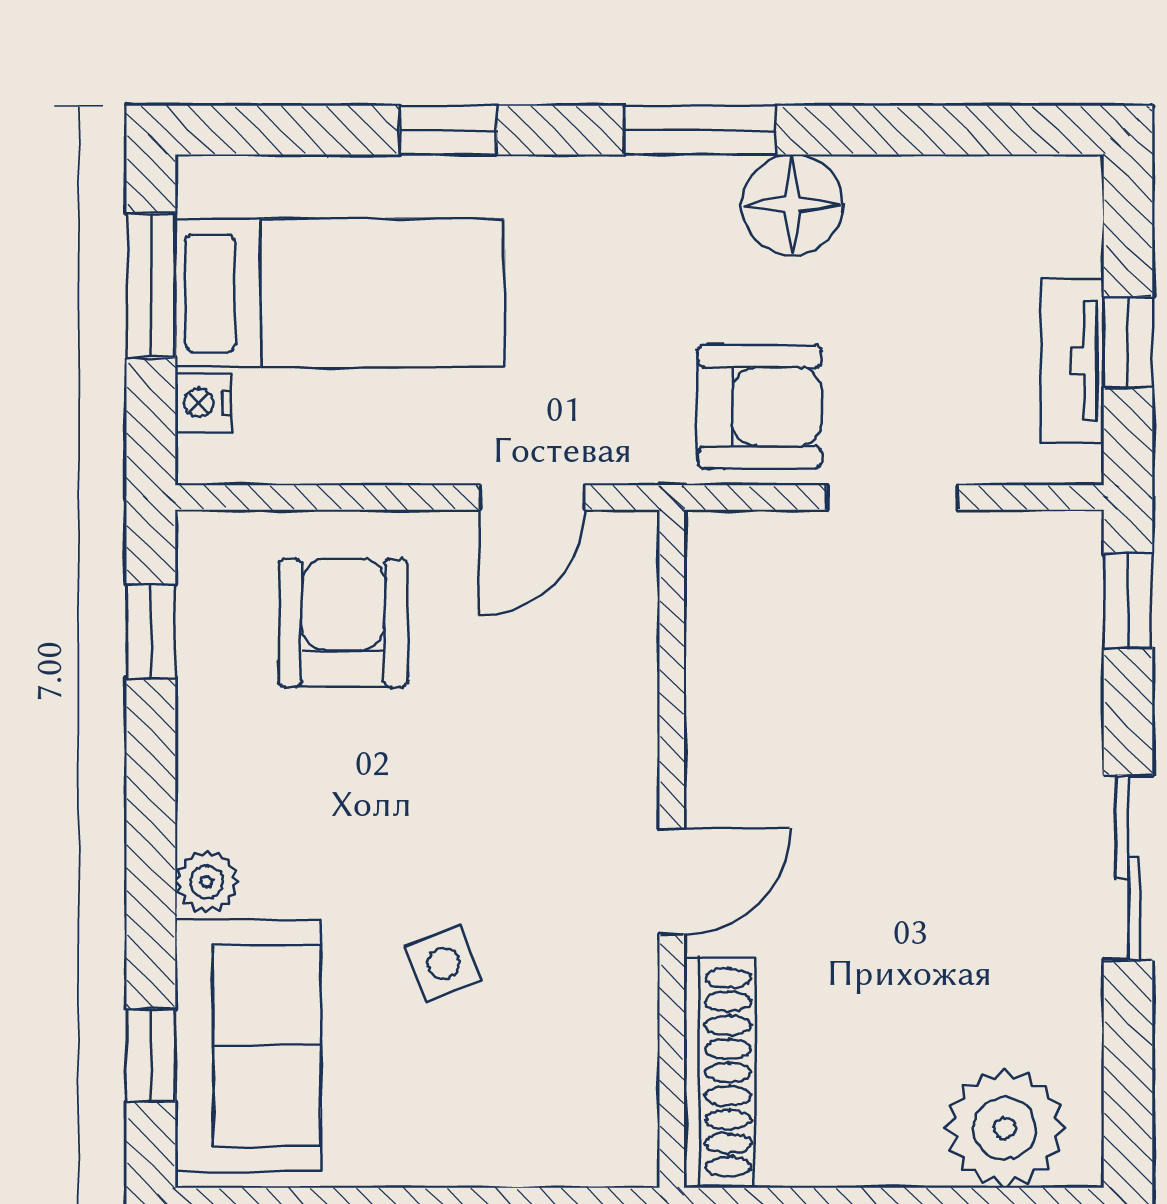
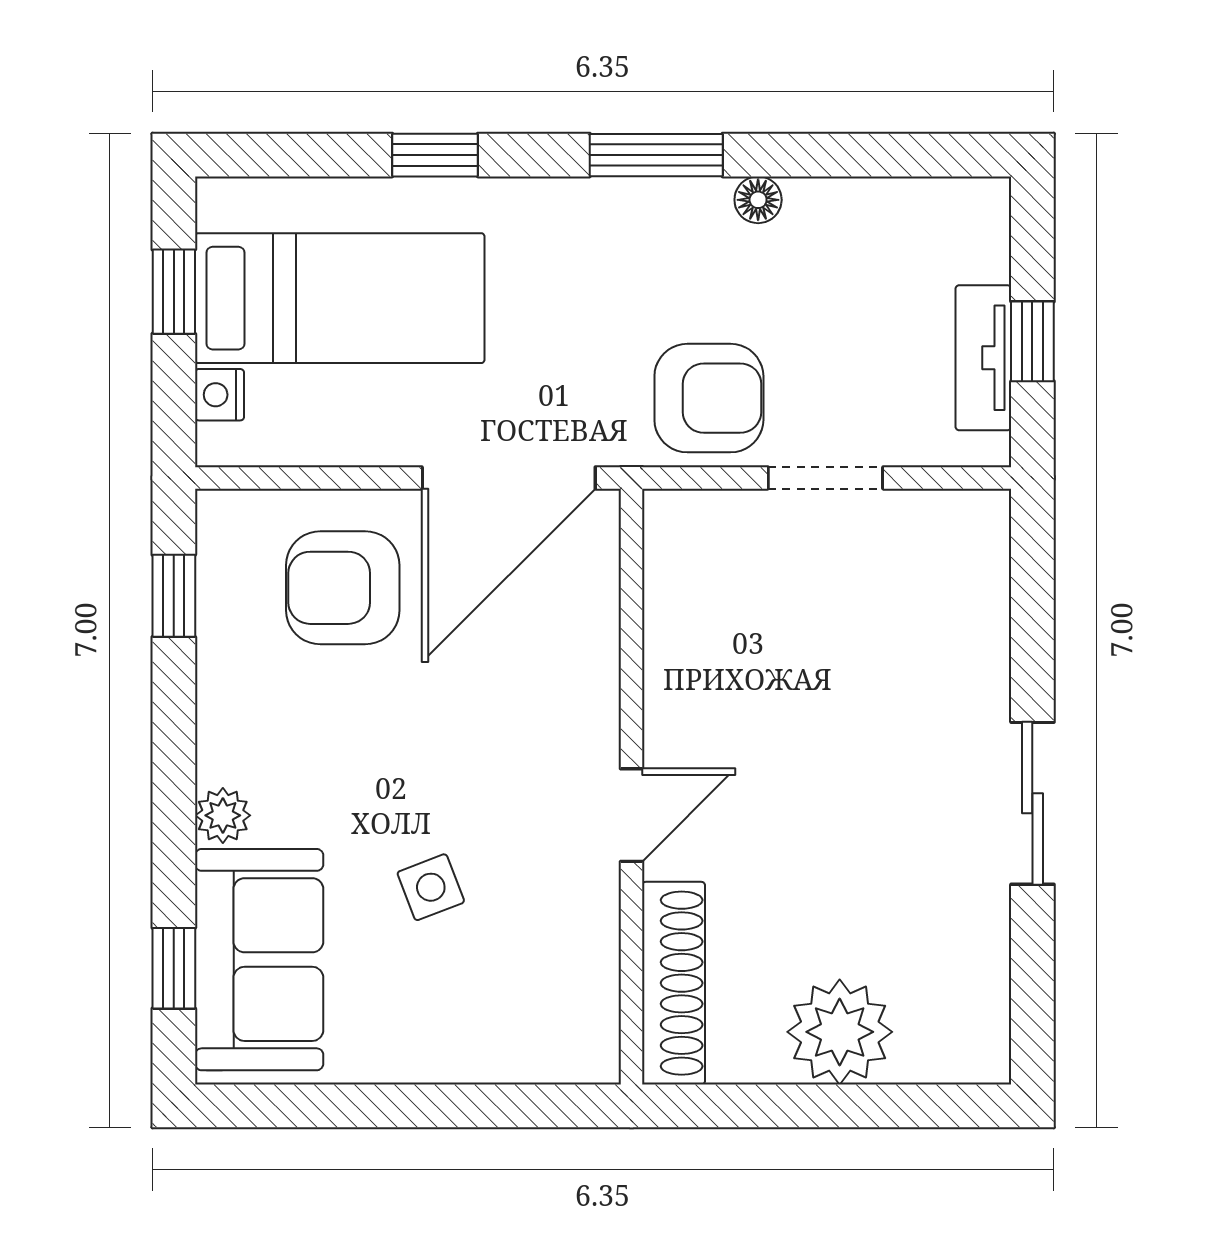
floor lamp: (792, 205) -> (758, 200), width x0.53, depth x0.53
window: (151, 286) -> (174, 292), width x0.67
door: (532, 498) -> (509, 478), width x1.88
window: (1128, 601) -> (1032, 569), removed
armchair: (343, 623) -> (343, 588), turned -90
plant: (1005, 1128) -> (840, 1032), moved

